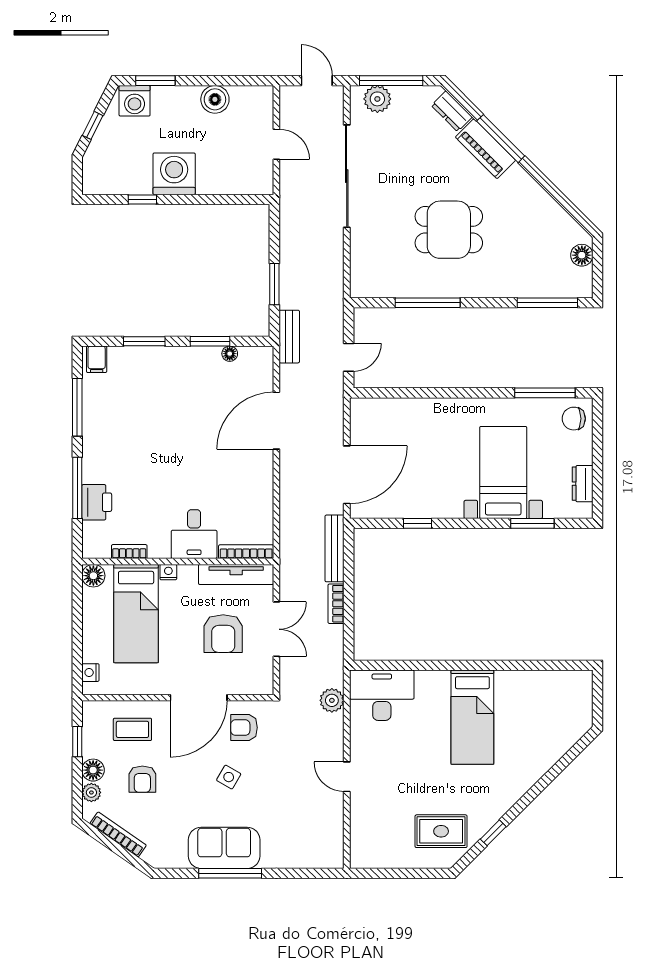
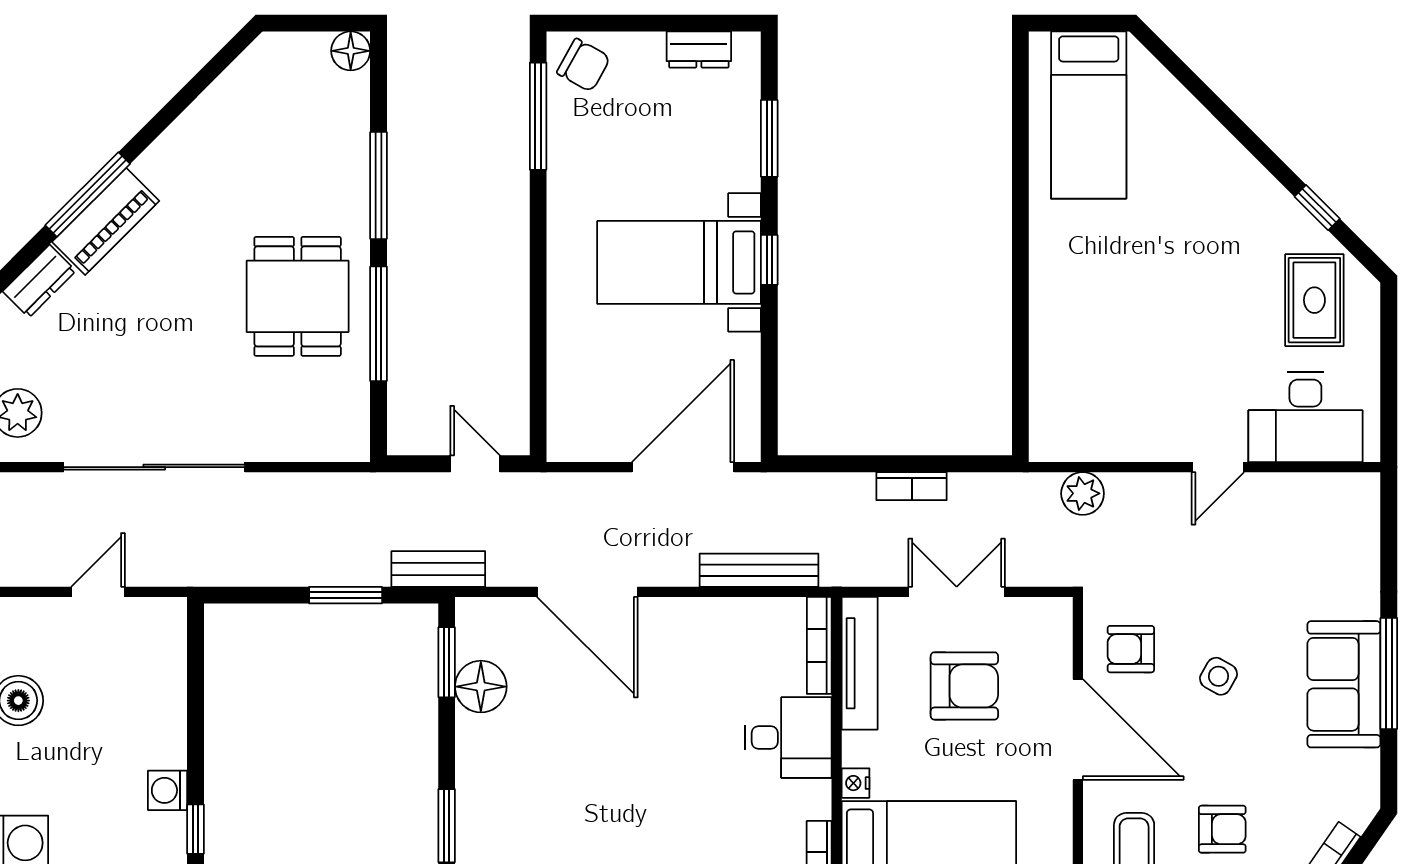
washing machine: (174, 174) -> (168, 790), width x0.53, depth x0.53
dining table: (449, 230) -> (298, 296), moved
floor lamp: (582, 255) -> (351, 51), moved
window: (547, 303) -> (378, 185), moved
window: (210, 341) -> (447, 662), moved
floor lamp: (230, 354) -> (481, 687), width x1.89, depth x1.89
chair: (574, 419) -> (584, 65), turned -61
bed with nightstands: (503, 472) -> (679, 262), moved
door: (347, 475) -> (683, 467), hinge flipped
window: (417, 523) -> (769, 260), moved
bench: (335, 548) -> (759, 570), moved
desk: (382, 695) -> (1305, 417), moved, turned -90
bed: (472, 717) -> (1089, 115), moved, turned 90
armchair: (244, 728) -> (1131, 649), turned 90

